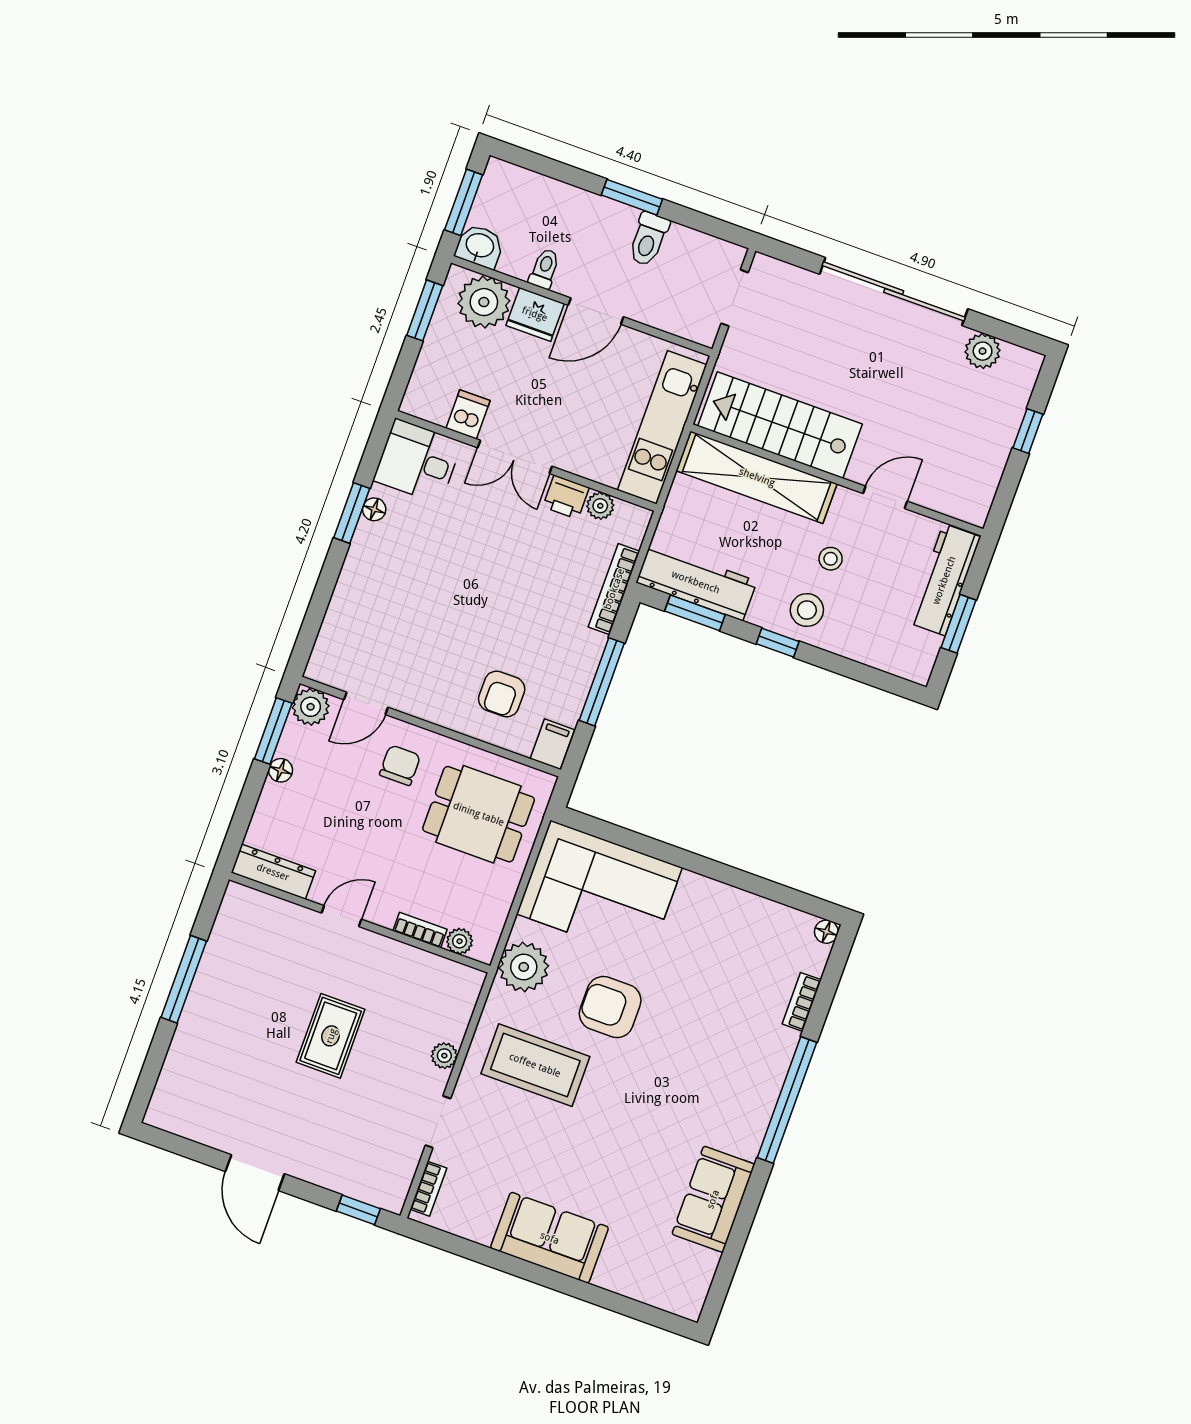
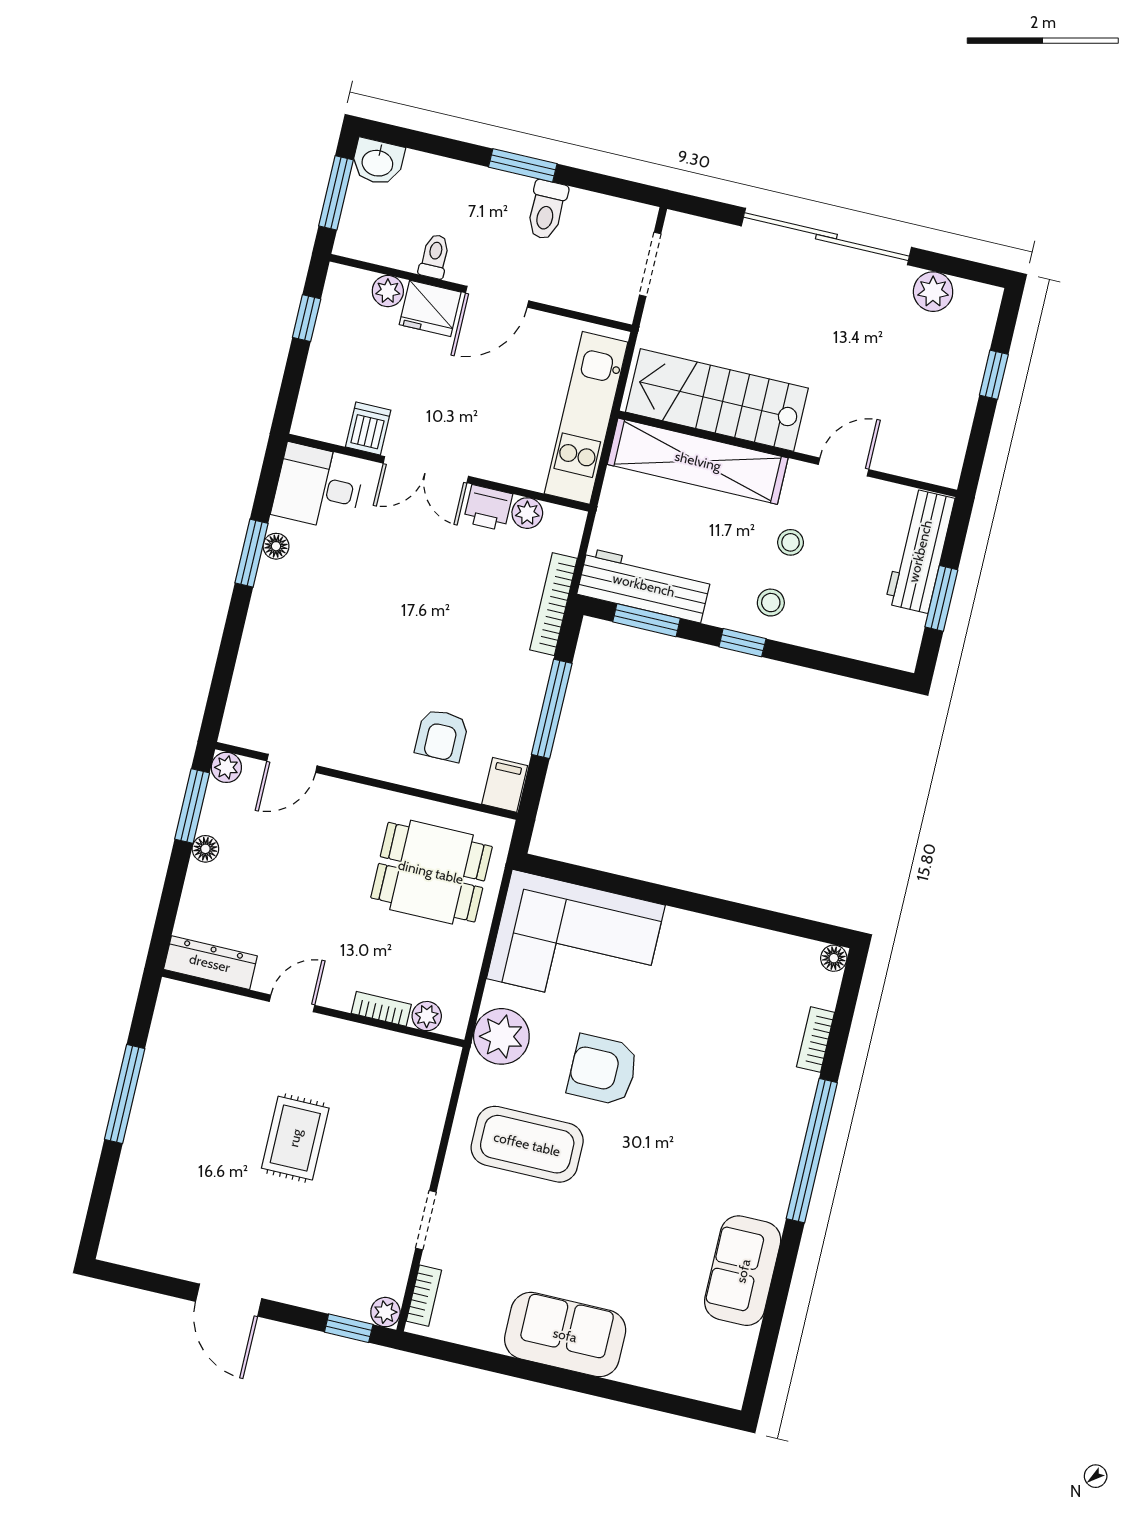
washbasin: (480, 246) -> (378, 162), moved, turned 180
plant: (484, 302) -> (388, 291), width x0.53, depth x0.53
window: (425, 310) -> (307, 318), width x0.67
stool: (807, 610) -> (771, 603), width x0.73, depth x0.73
plant: (311, 707) -> (226, 767), width x0.73, depth x0.73
chair: (400, 765) -> (338, 828), removed
plant: (444, 1056) -> (385, 1312), moved

